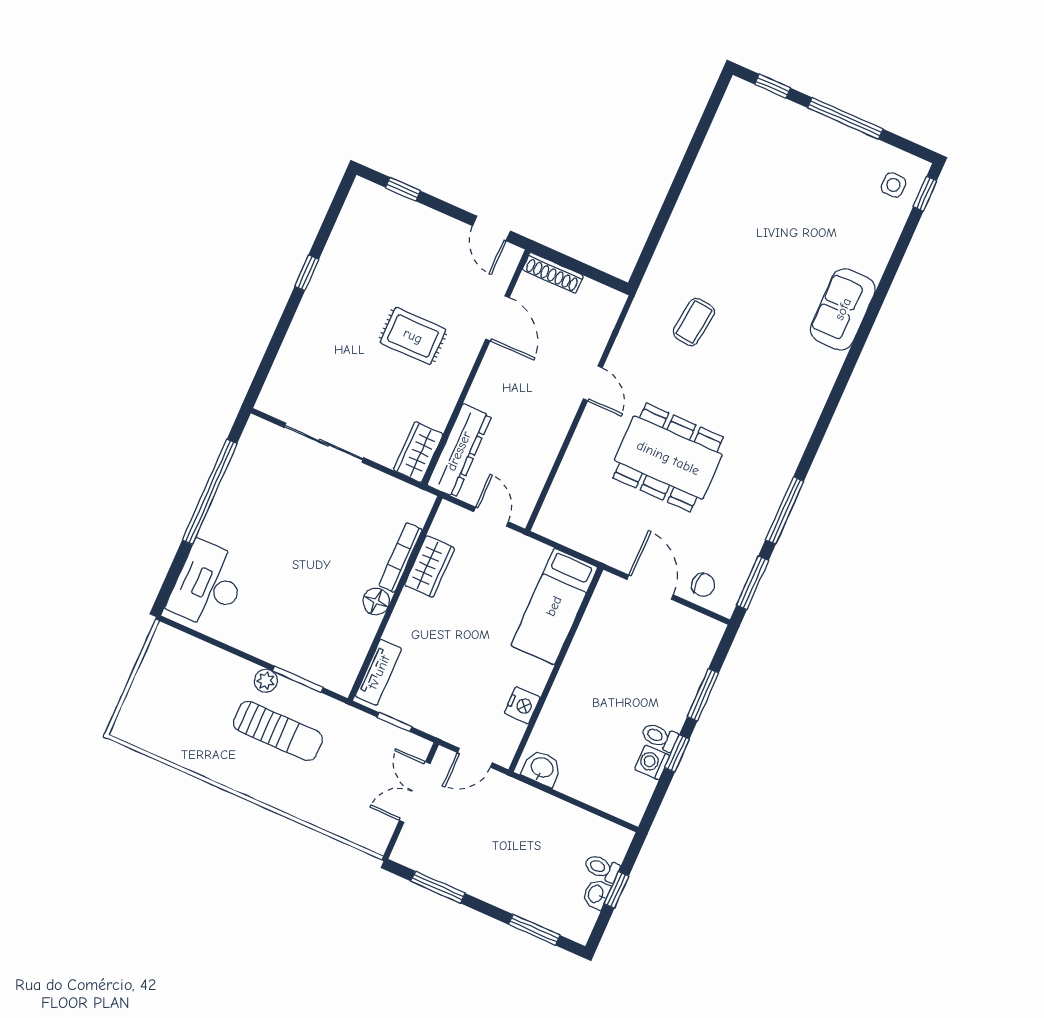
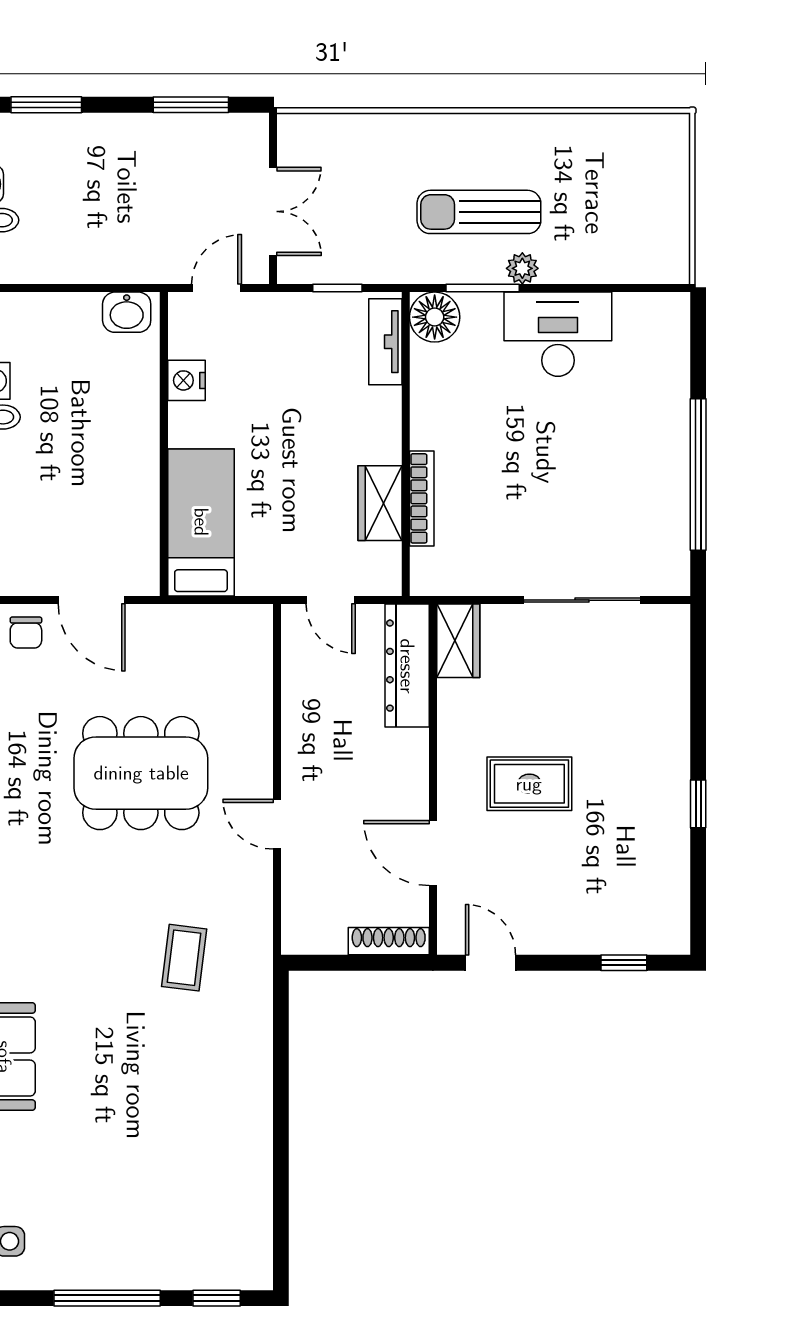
desk: (208, 585) -> (558, 334), moved, turned -90
chair: (703, 585) -> (26, 633), turned -90
floor lamp: (376, 601) -> (435, 317), moved, width x1.38, depth x1.38

